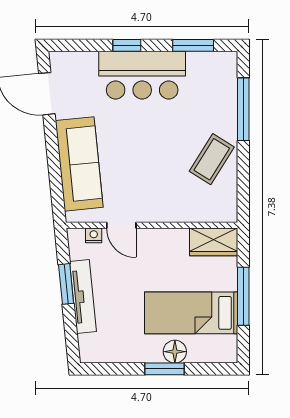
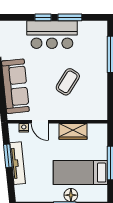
window: (193, 45) -> (70, 17), moved
coffee table: (212, 159) -> (68, 82), moved
wardrobe: (214, 242) -> (73, 131), moved

